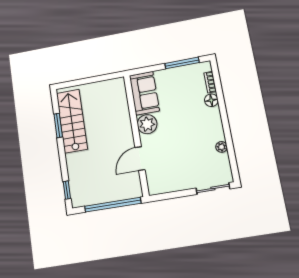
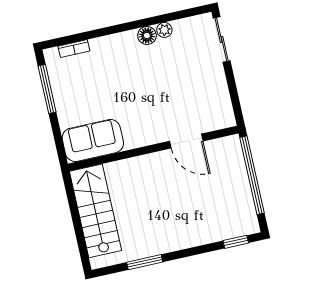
floor lamp: (211, 100) -> (147, 35), moved
stairs: (72, 121) -> (95, 211), moved, turned 90
plant: (147, 124) -> (137, 134), removed

